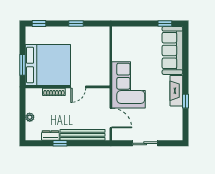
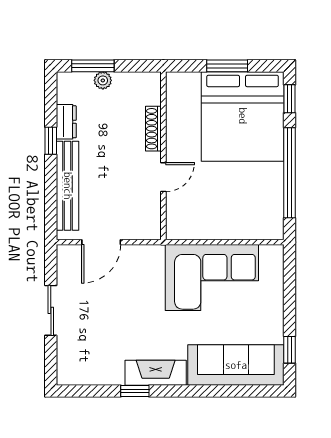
window: (76, 24) -> (289, 173), width x3.17
window: (22, 65) -> (227, 66), moved
bed: (48, 65) -> (243, 116), moved
corner sofa: (129, 85) -> (212, 277), moved
door: (78, 87) -> (163, 177), swing flipped
window: (22, 122) -> (93, 66), added

